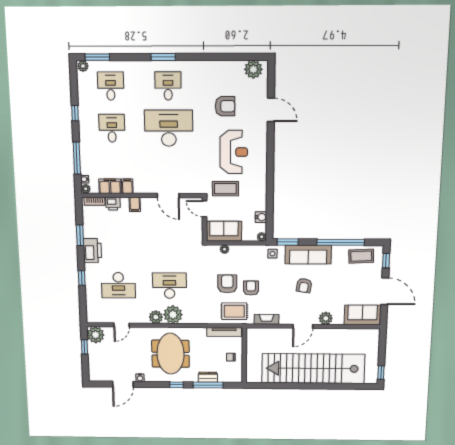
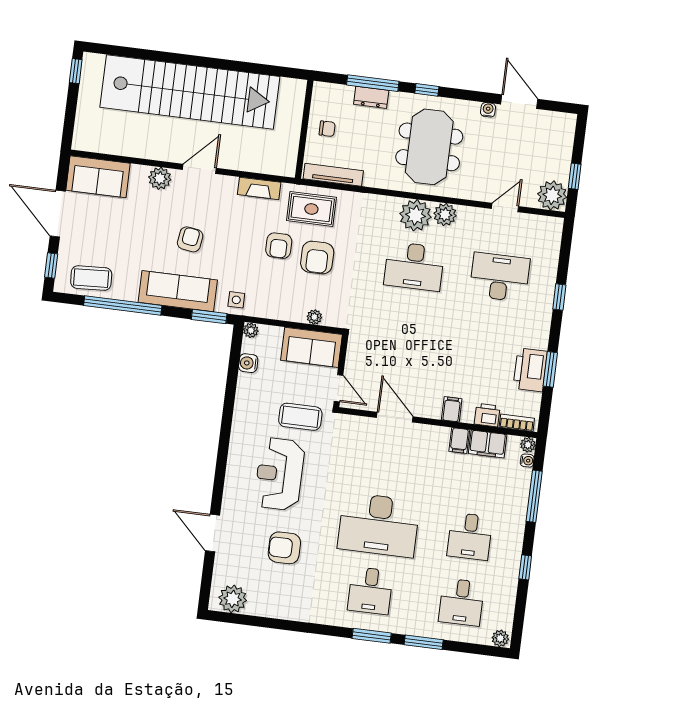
window: (97, 57) -> (424, 642), moved
printer: (92, 250) -> (530, 370), moved
door: (123, 384) -> (519, 102), hinge flipped

